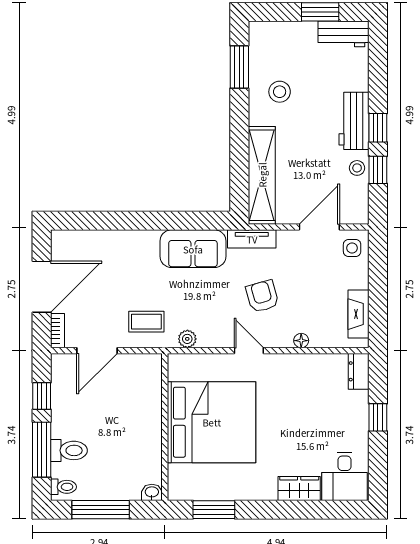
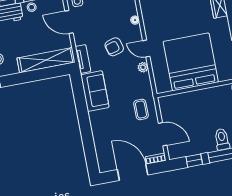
plant: (187, 339) -> (143, 67), moved
door: (249, 351) -> (146, 49), hinge flipped

